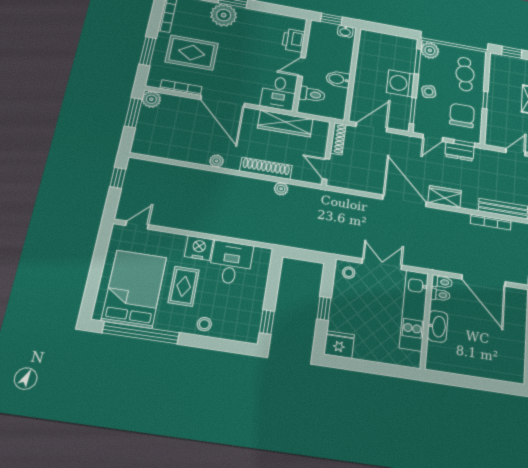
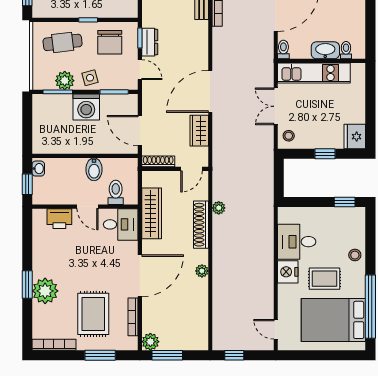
plant: (430, 50) -> (65, 81), moved
chair: (462, 115) -> (110, 42), turned -90
wardrobe: (445, 197) -> (199, 131), moved
toilet: (440, 295) -> (346, 50), moved

